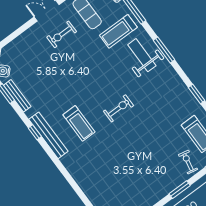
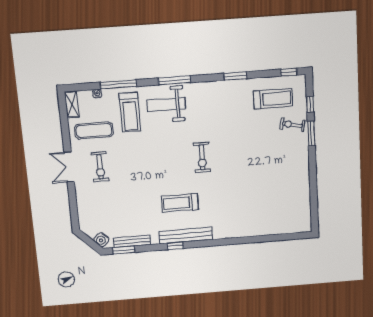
exercise bike: (118, 108) -> (202, 157), turned 180
treadmill: (79, 123) -> (180, 203), moved, turned 180
window: (180, 190) -> (311, 133), moved

